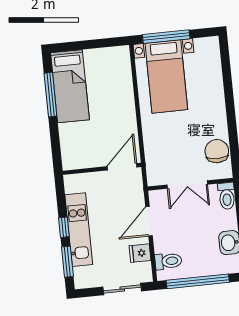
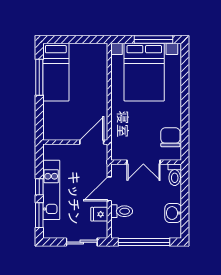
window: (166, 37) -> (154, 40), moved
bed with nightstands: (166, 76) -> (144, 72), width x1.36
toilet: (168, 261) -> (122, 211), moved

